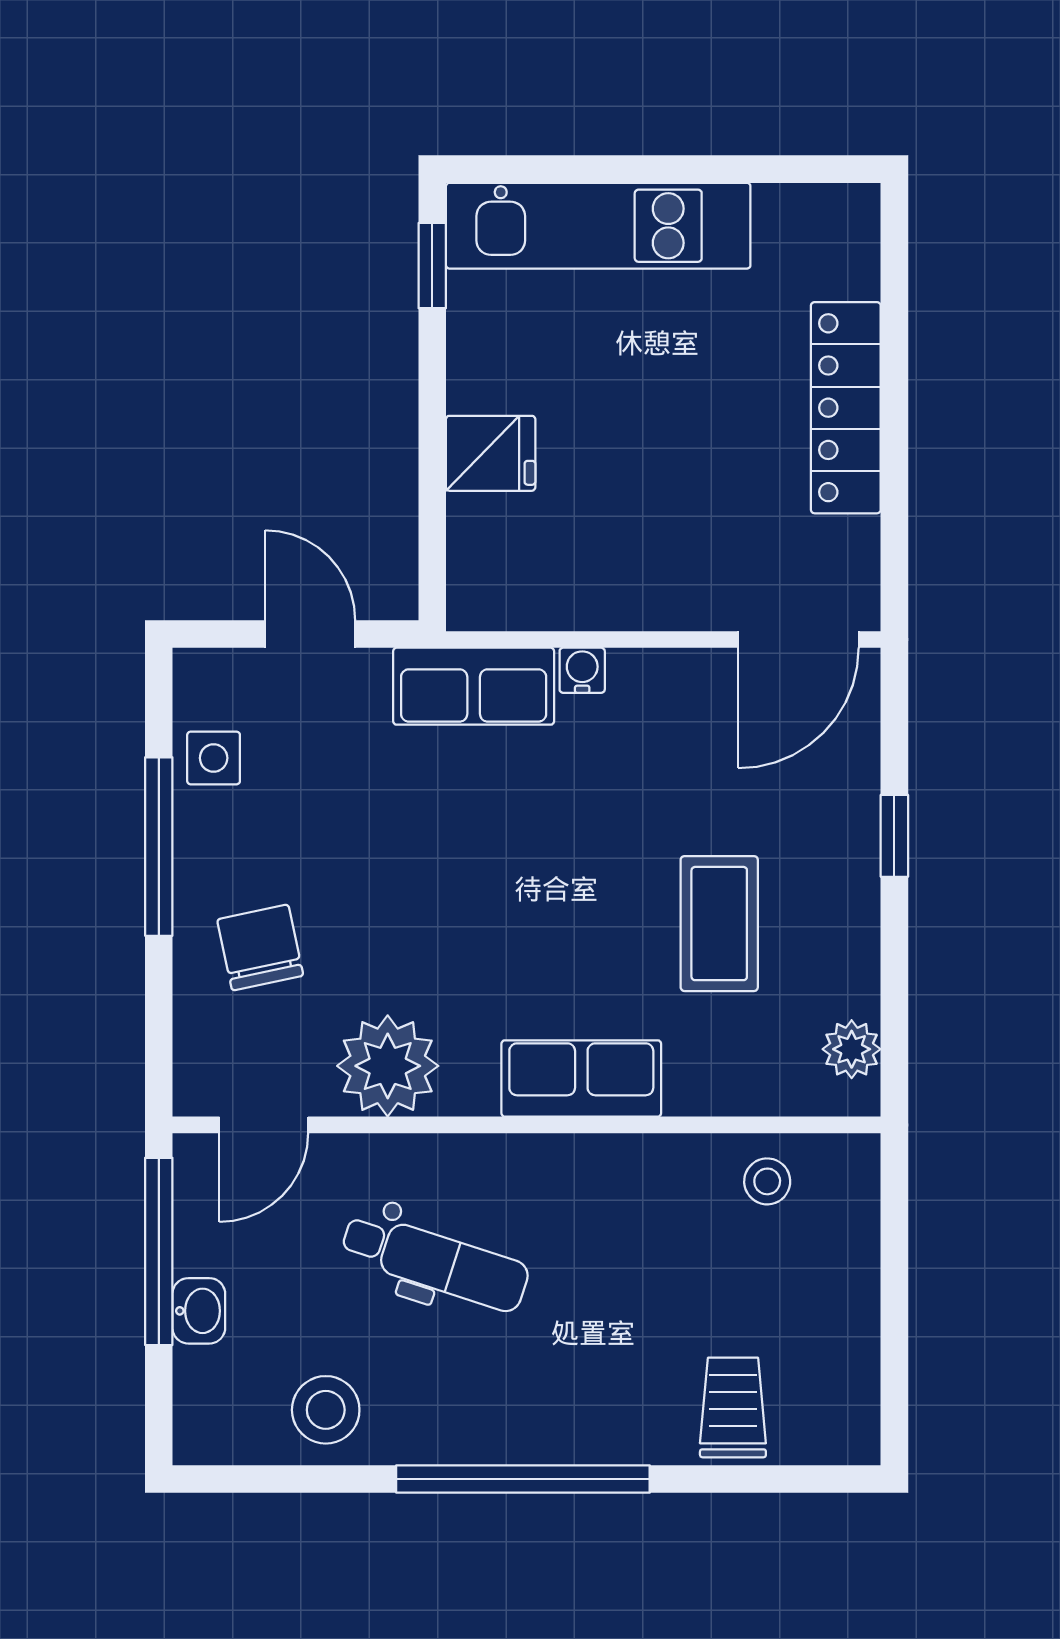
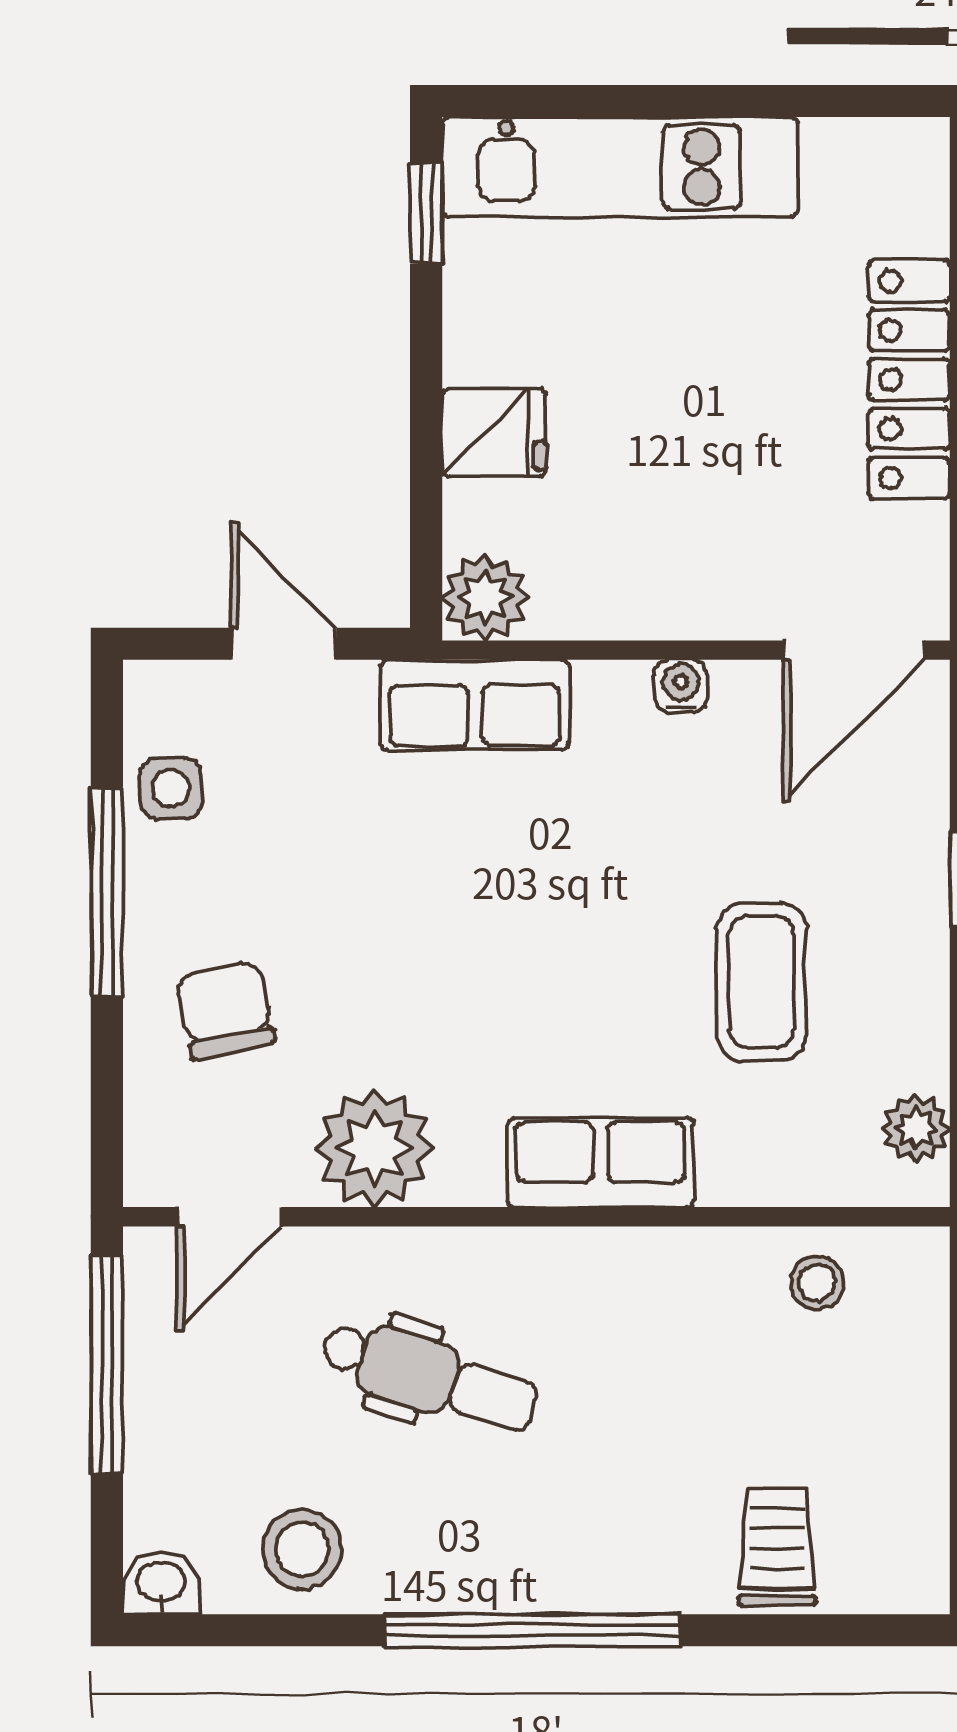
plant: (483, 595) -> (485, 598), added
water cooler: (582, 670) -> (681, 686), moved
washbasin: (199, 1311) -> (161, 1583), moved, turned -90

